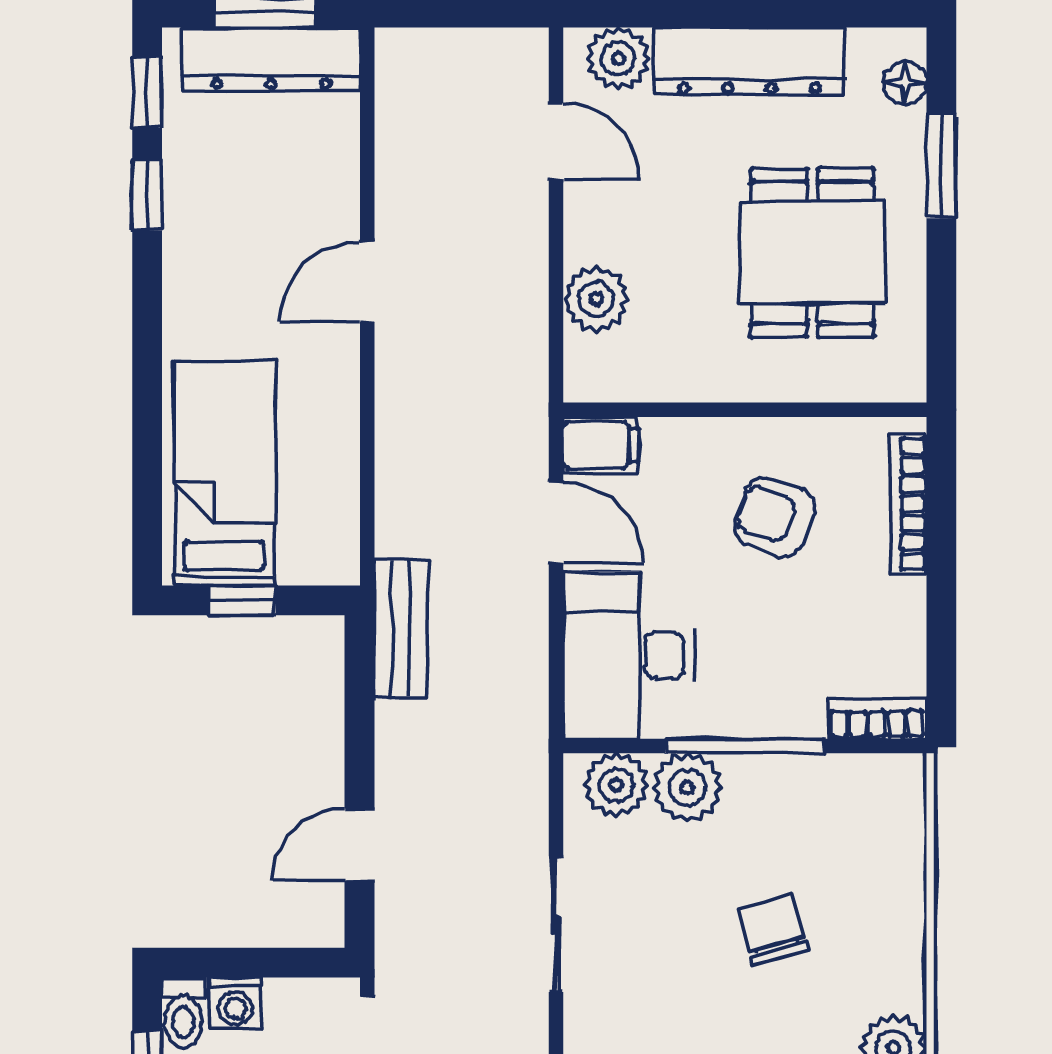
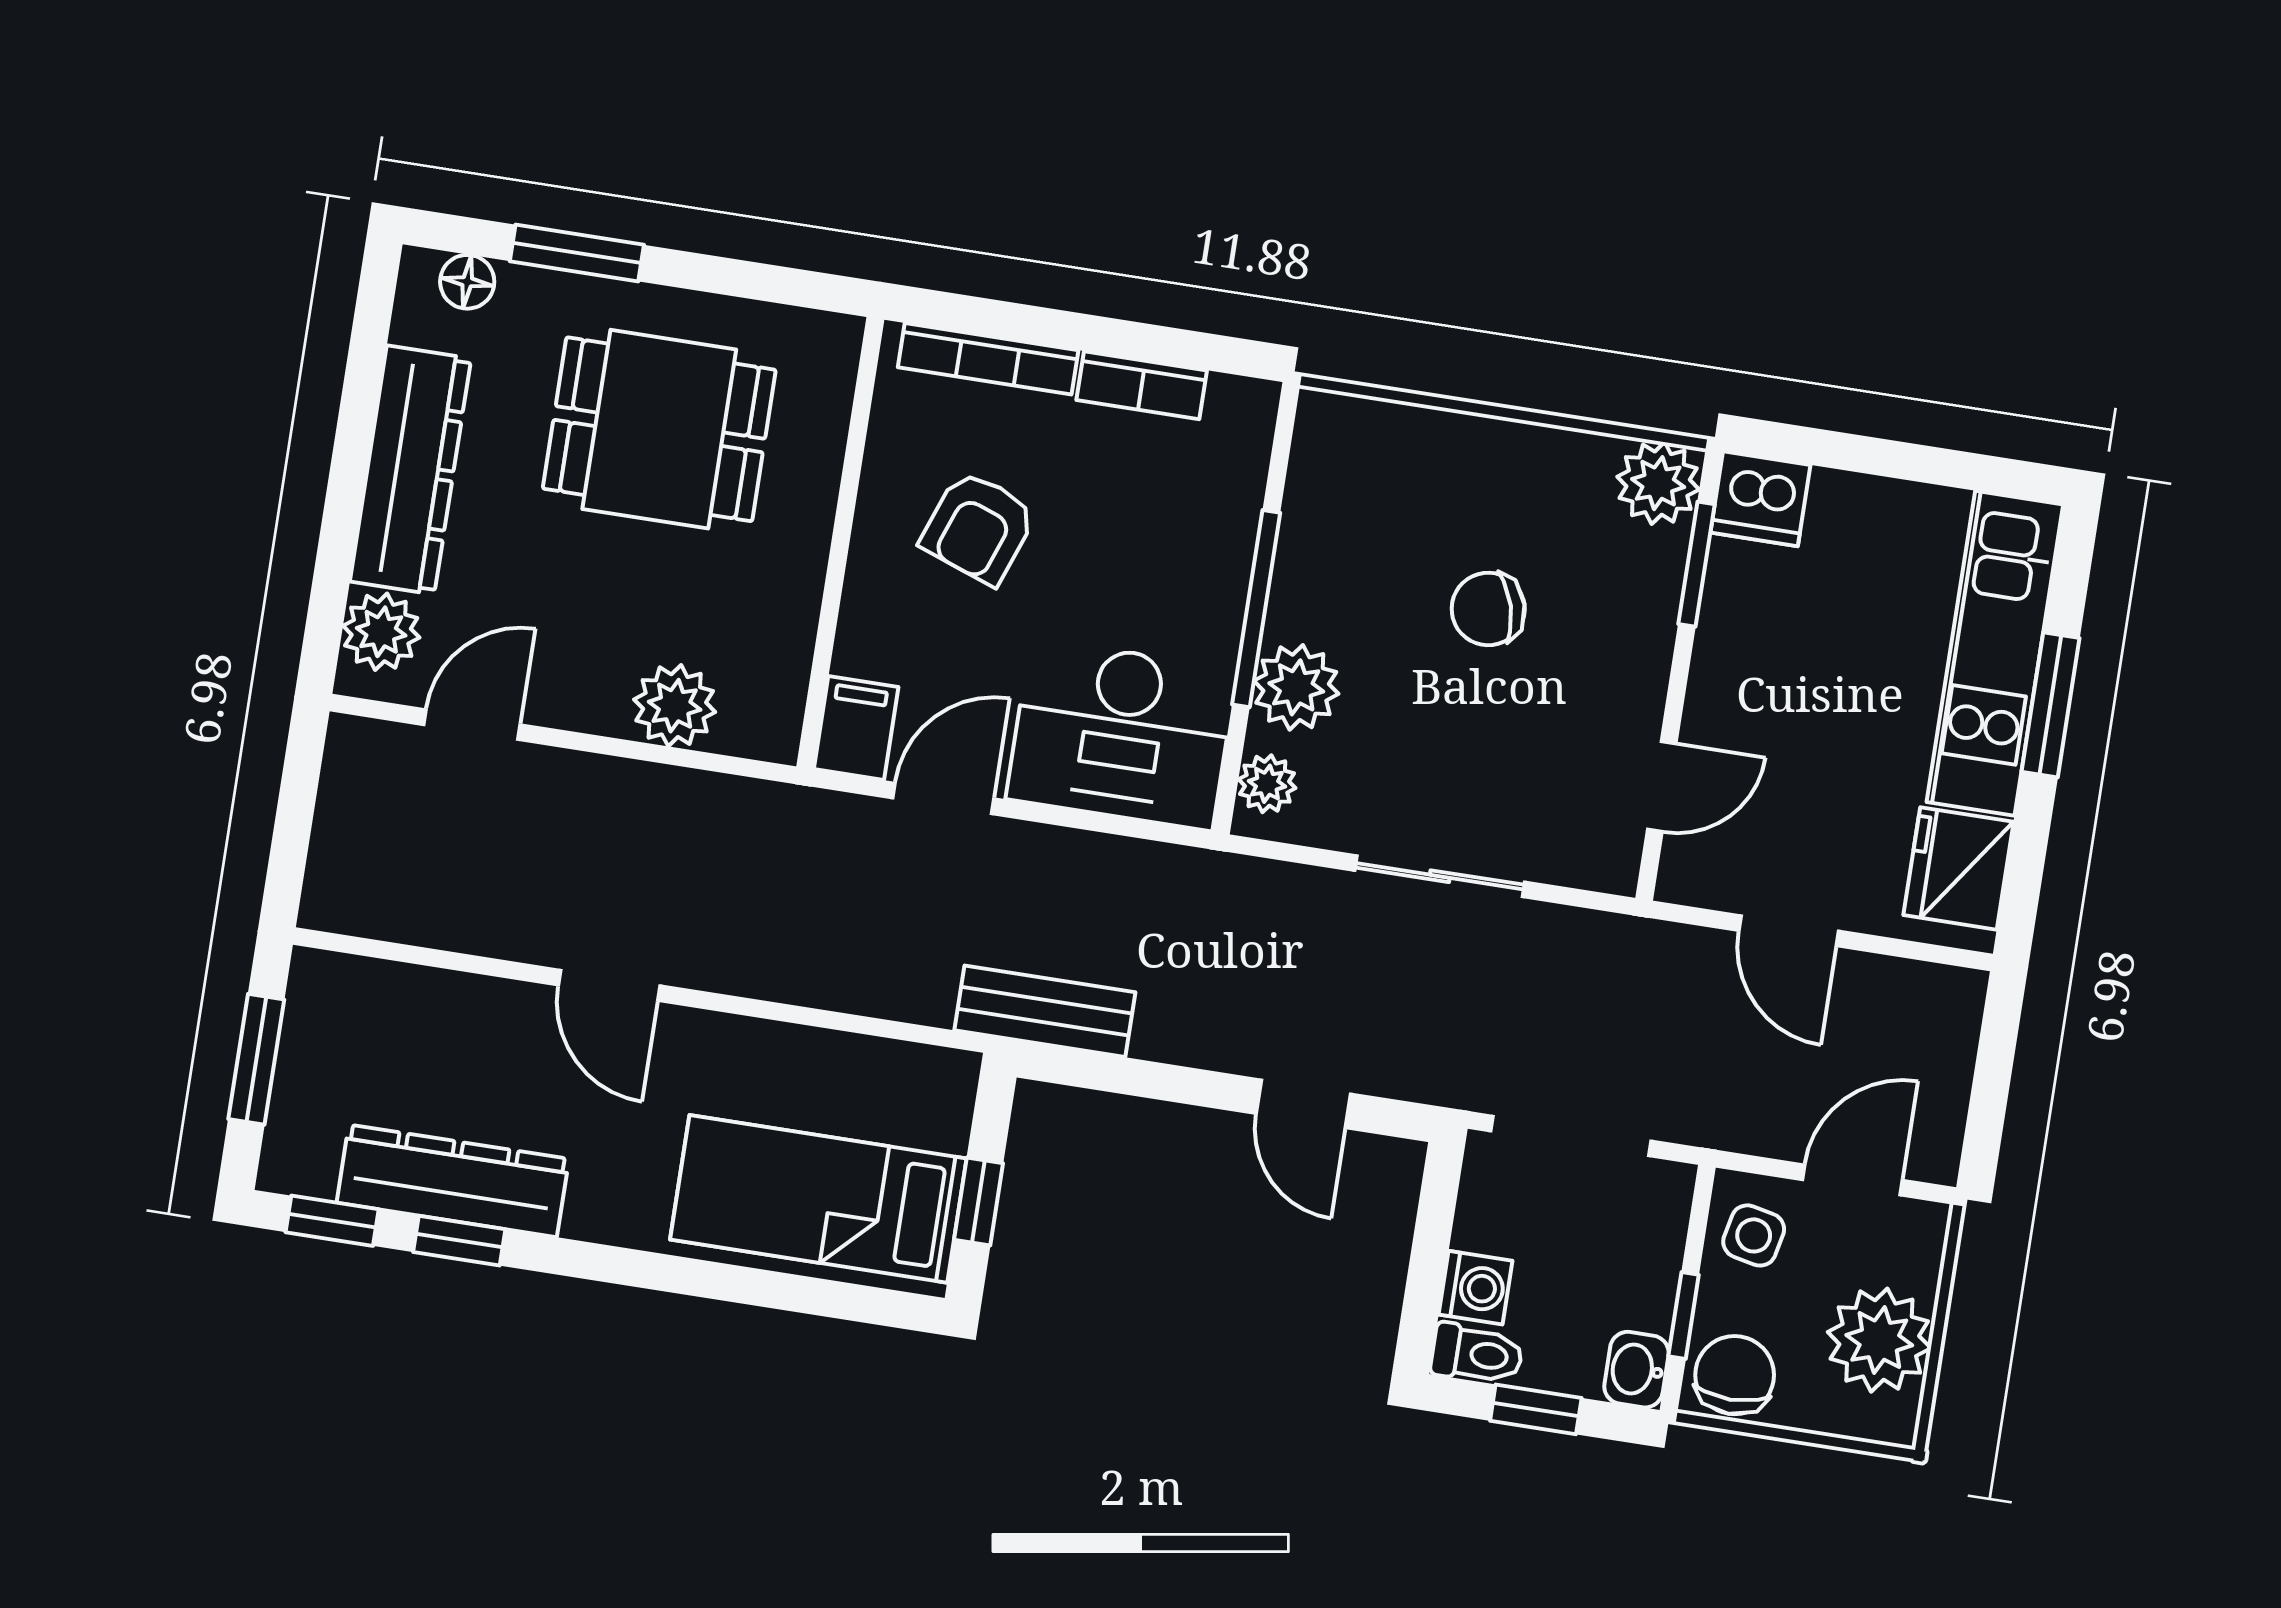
dresser: (271, 59) -> (453, 1181), moved, turned -90
bookcase: (877, 719) -> (1142, 385), moved, turned -90
plant: (616, 785) -> (1267, 784), width x0.73, depth x0.73

